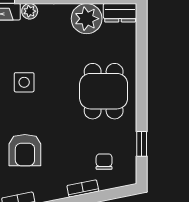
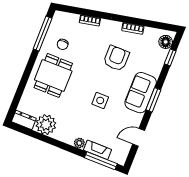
window: (142, 144) -> (43, 34), width x2.17
chair: (104, 162) -> (63, 44), moved

